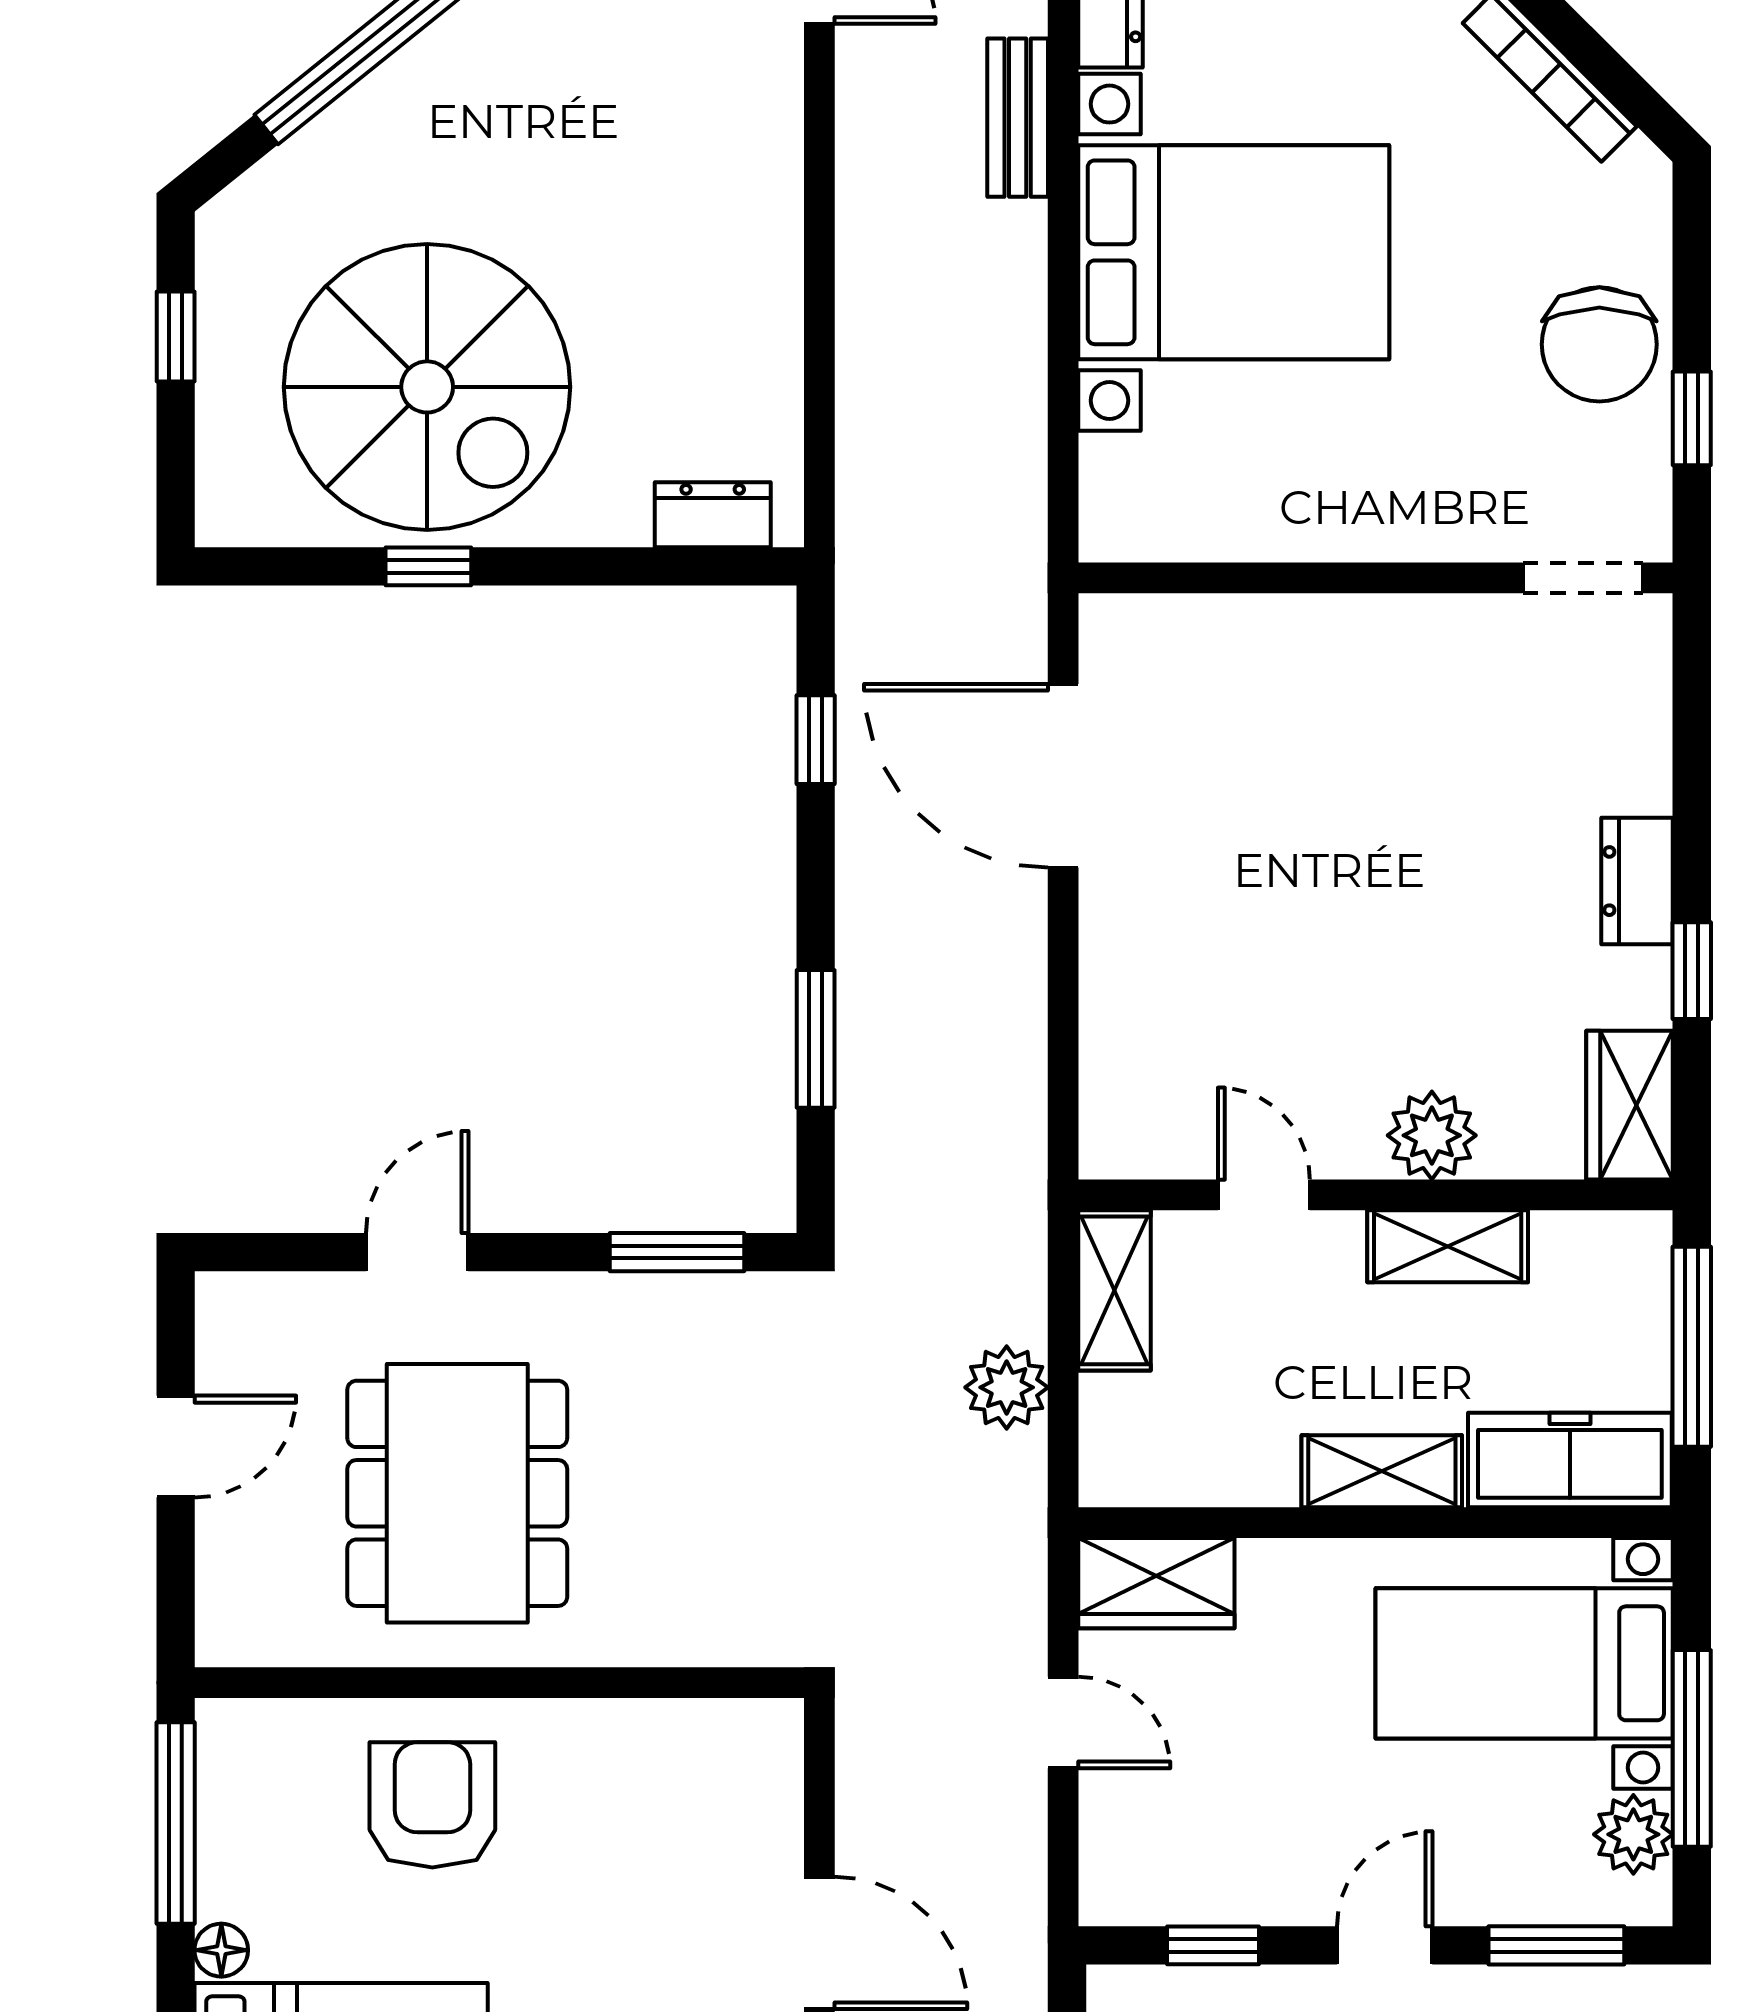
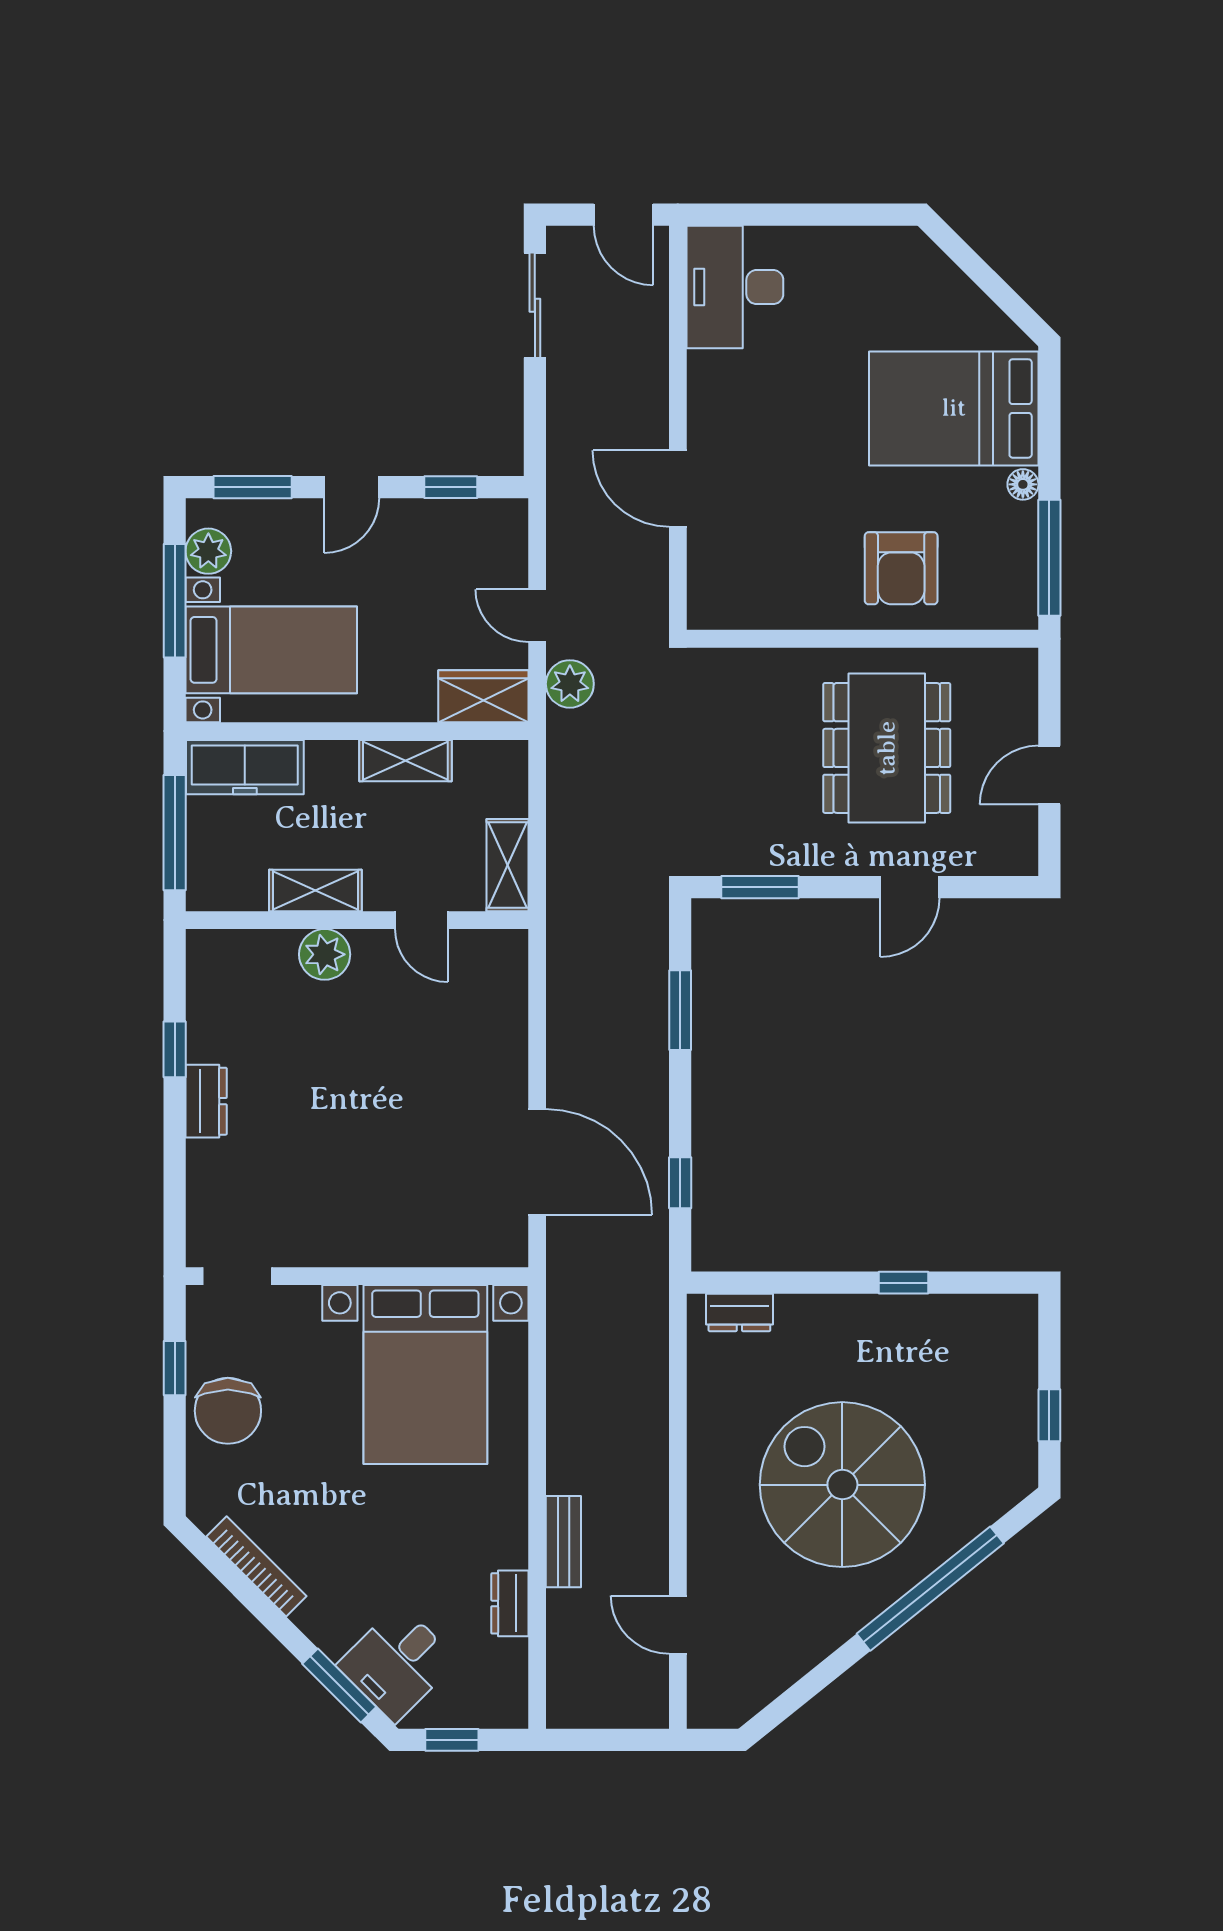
bed with nightstands: (1234, 252) -> (425, 1375), moved, turned -90
chair: (1599, 344) -> (228, 1411), turned 180
spiral stairs: (427, 387) -> (842, 1485), moved
wardrobe: (1630, 1105) -> (210, 972), removed
plant: (1007, 1387) -> (570, 684), moved
shelving: (1382, 1471) -> (405, 761), moved

